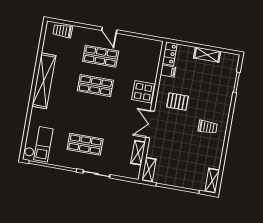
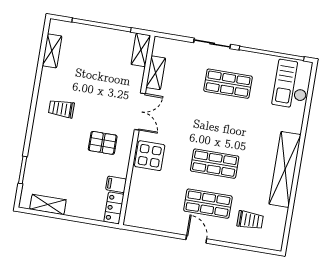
trolley: (63, 31) -> (250, 220), moved
shelving: (207, 55) -> (48, 205), moved
shelving: (212, 181) -> (52, 51), moved

